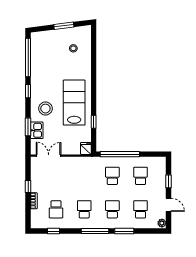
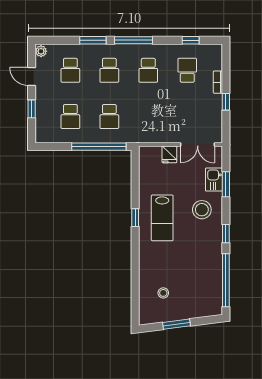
lab bench: (74, 103) -> (162, 218), width x0.73, depth x0.72
window: (94, 122) -> (135, 218), moved
fridge: (86, 148) -> (169, 154), moved

